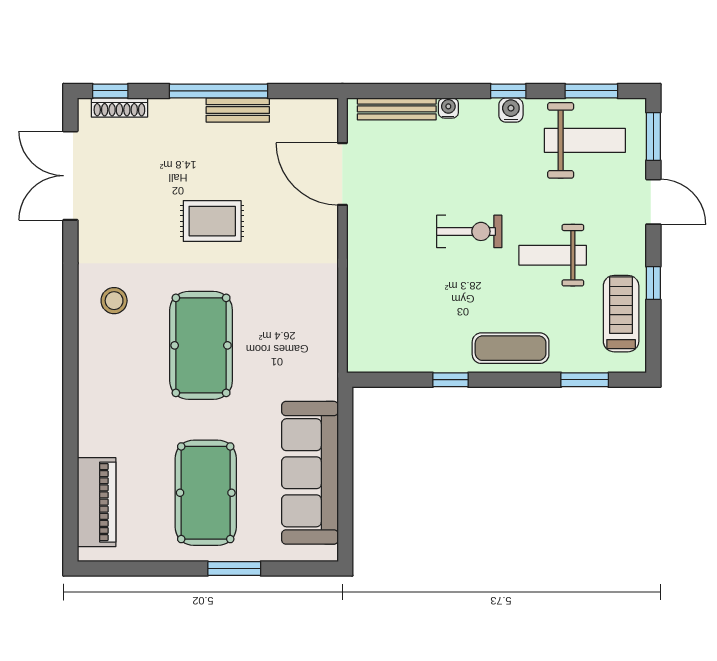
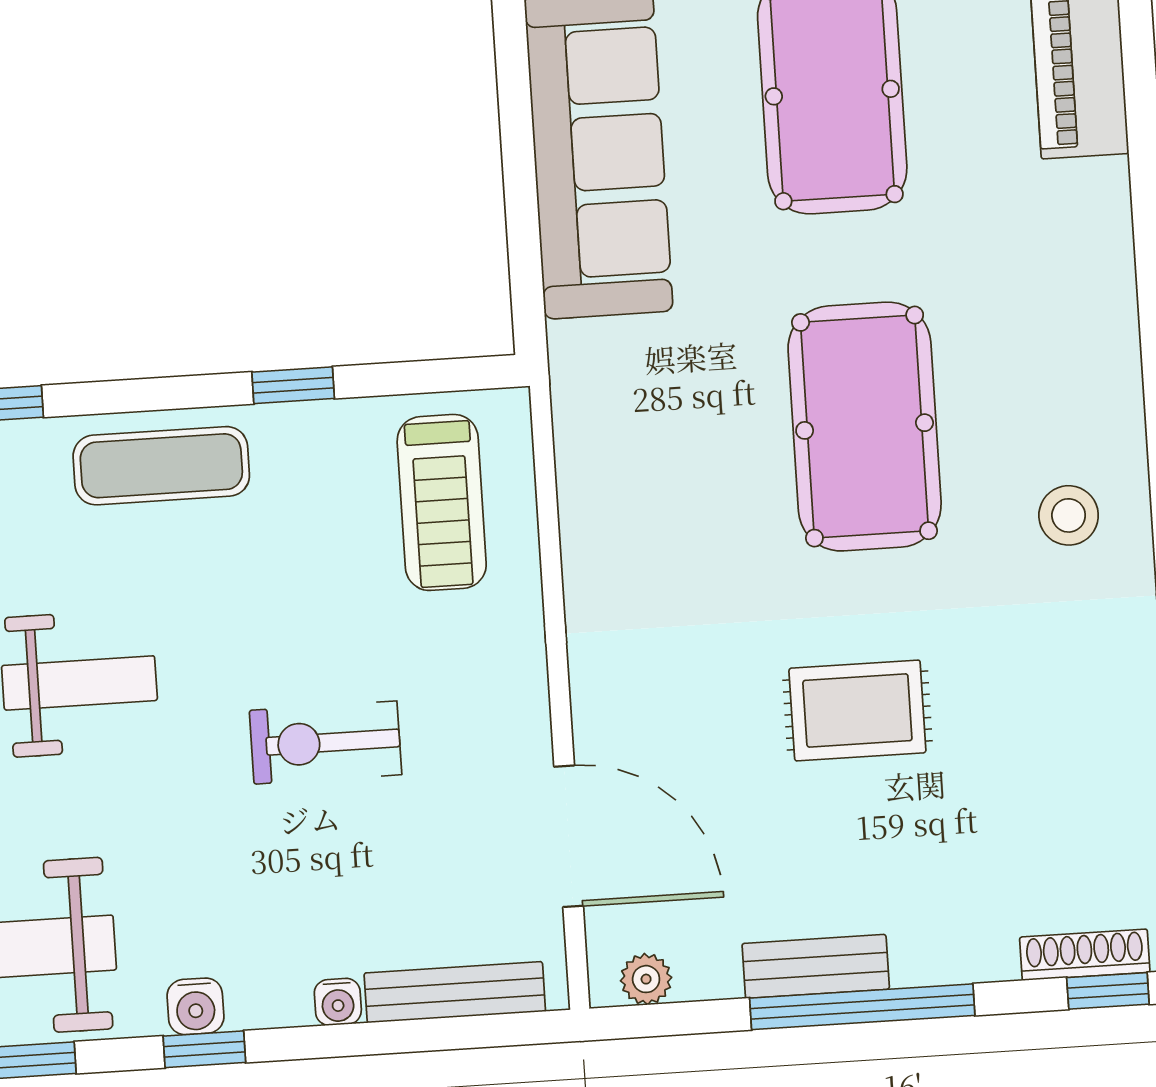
plant: (313, 109) -> (646, 979), added
exercise bike: (469, 231) -> (326, 743), moved
treadmill: (389, 324) -> (442, 502), added

